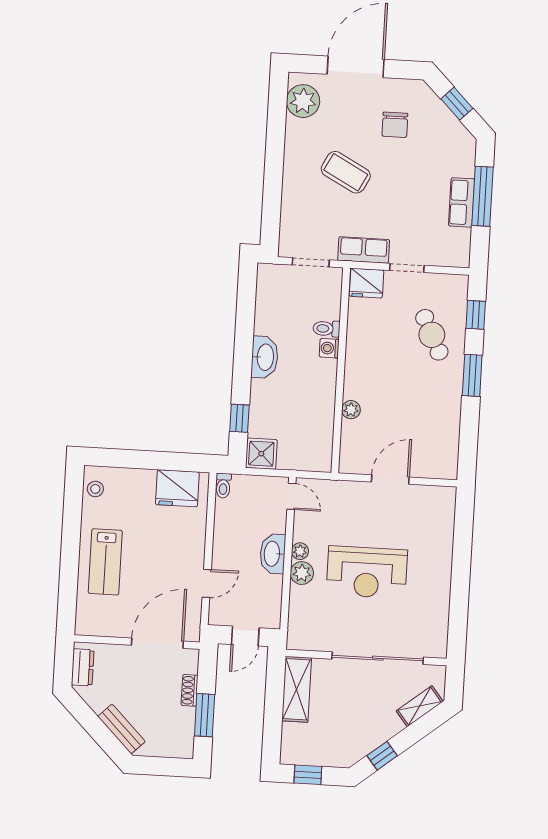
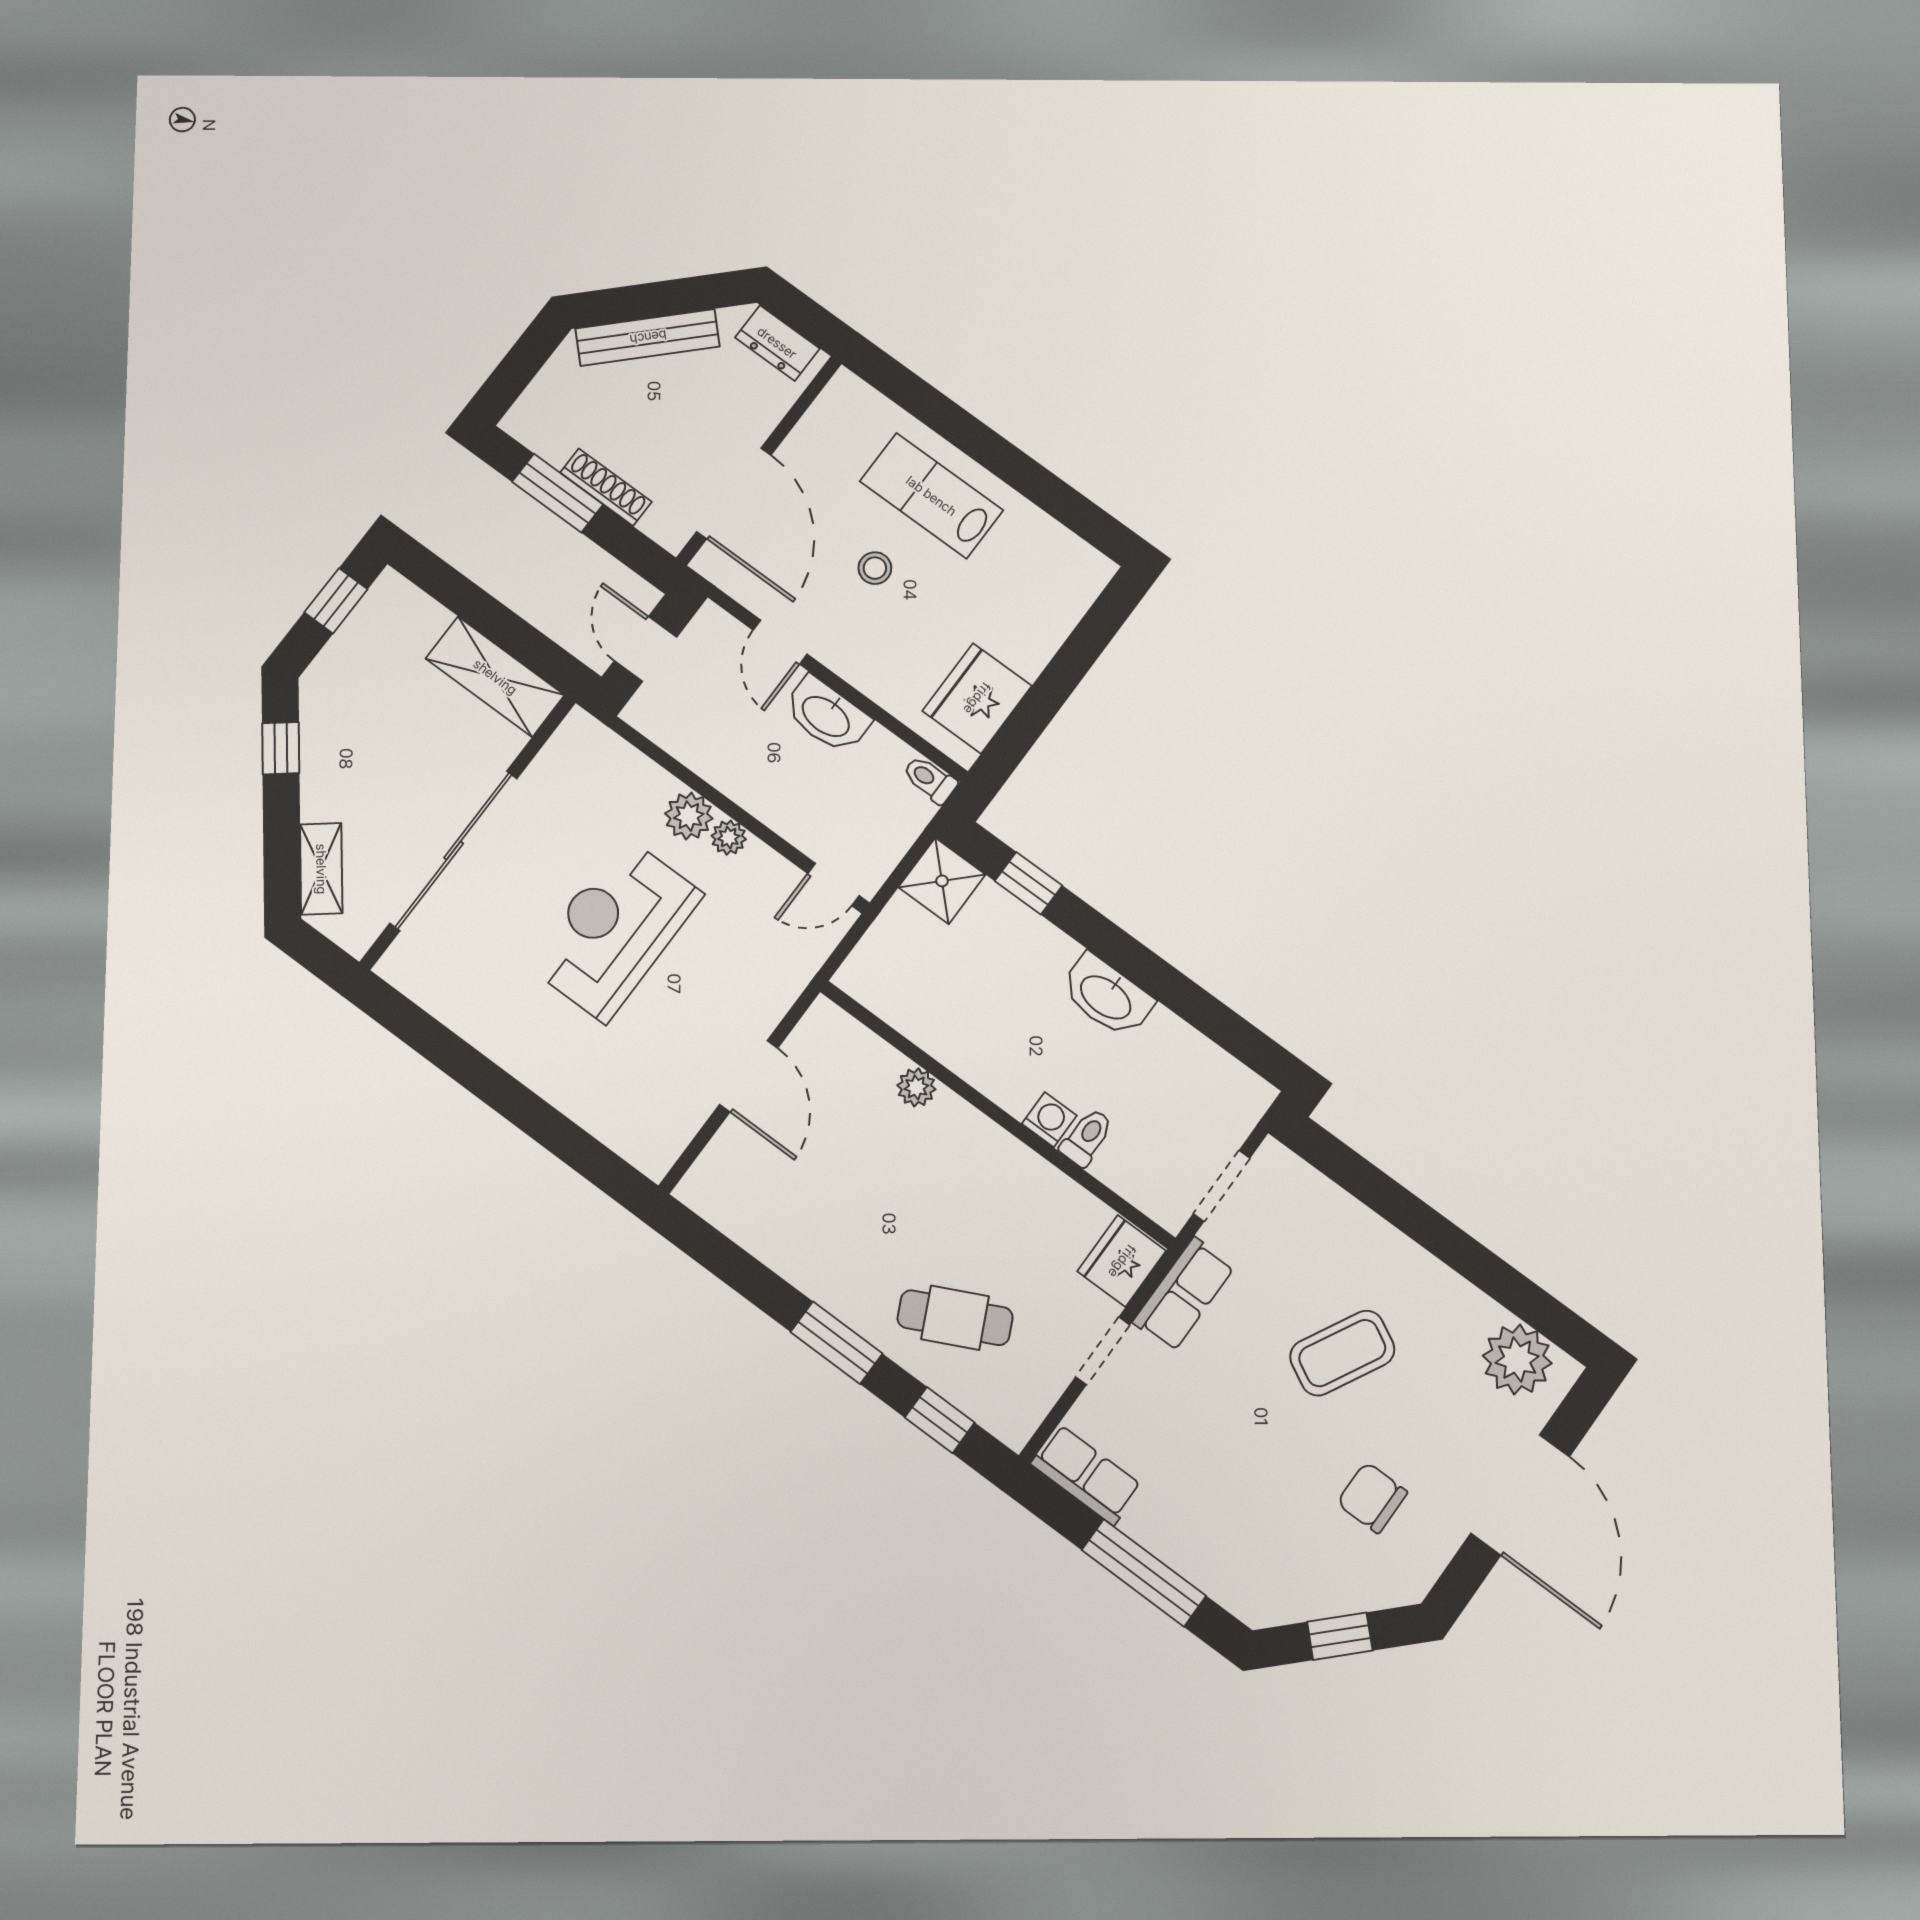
row of seats: (462, 202) -> (1086, 1475), moved
stool: (95, 489) -> (875, 568), moved
washbasin: (273, 554) -> (827, 715), moved, turned 180
shoe rack: (190, 690) -> (606, 487), width x1.43
bench: (122, 729) -> (648, 337), width x1.36

